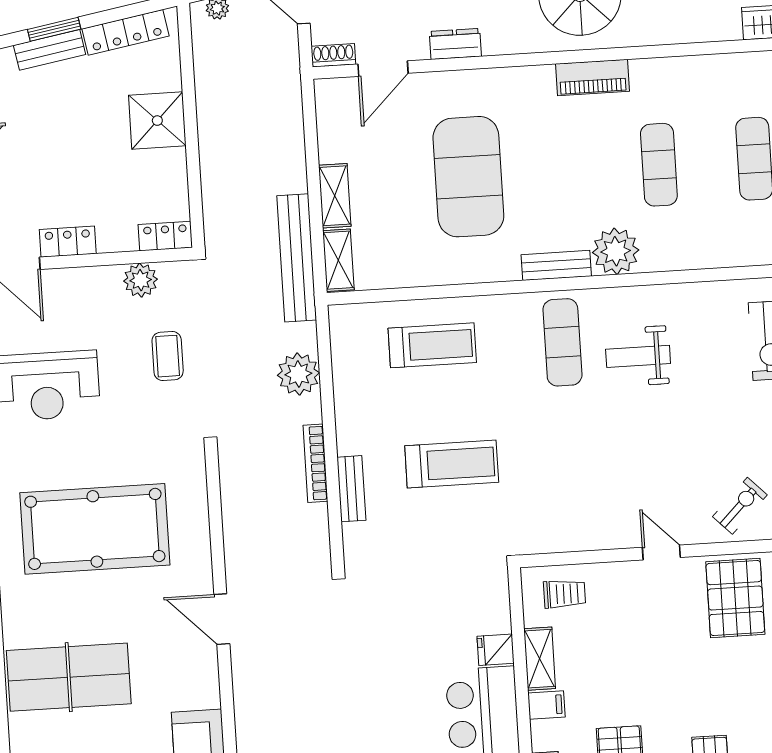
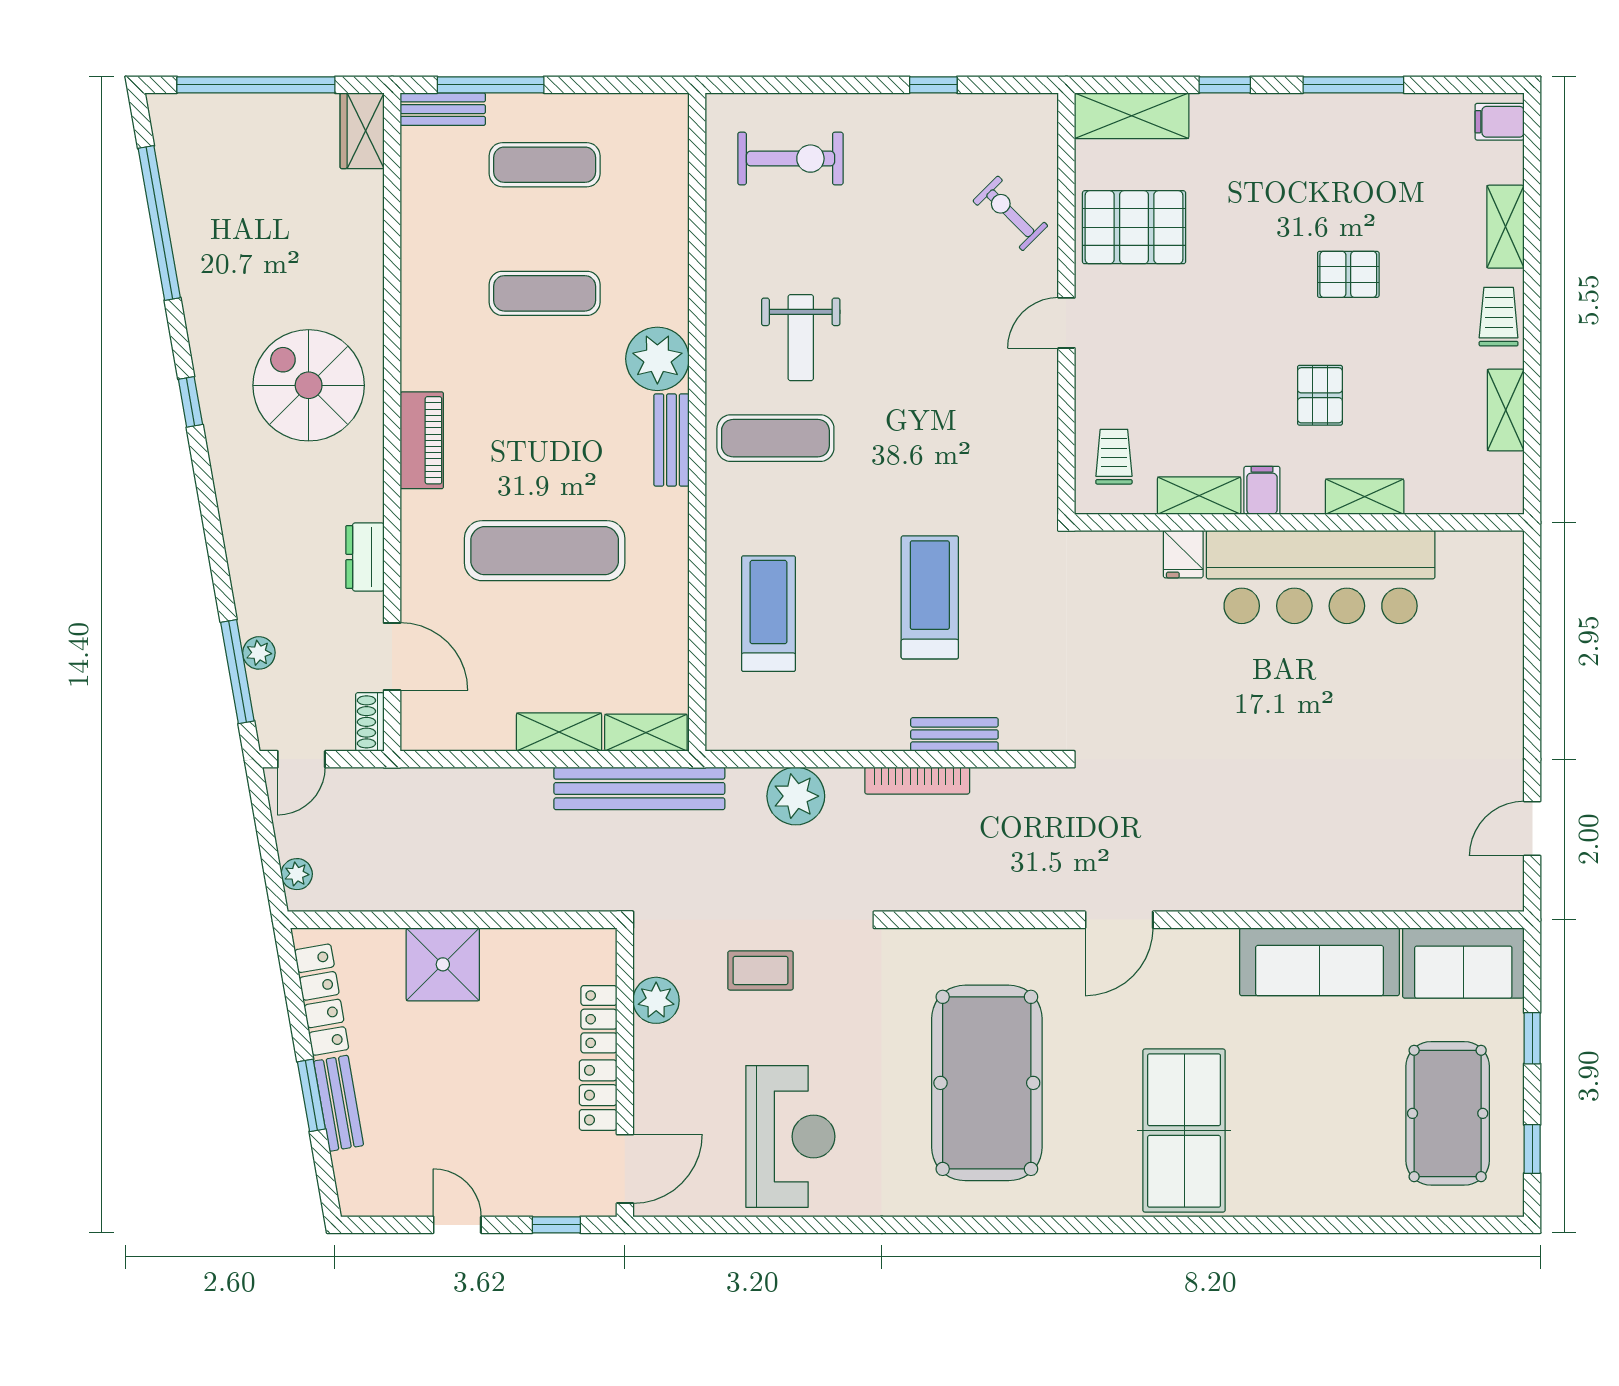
piano: (593, 78) -> (422, 440), moved
exercise mat: (468, 177) -> (545, 551), width x0.68
locker: (165, 236) -> (599, 1019), moved

